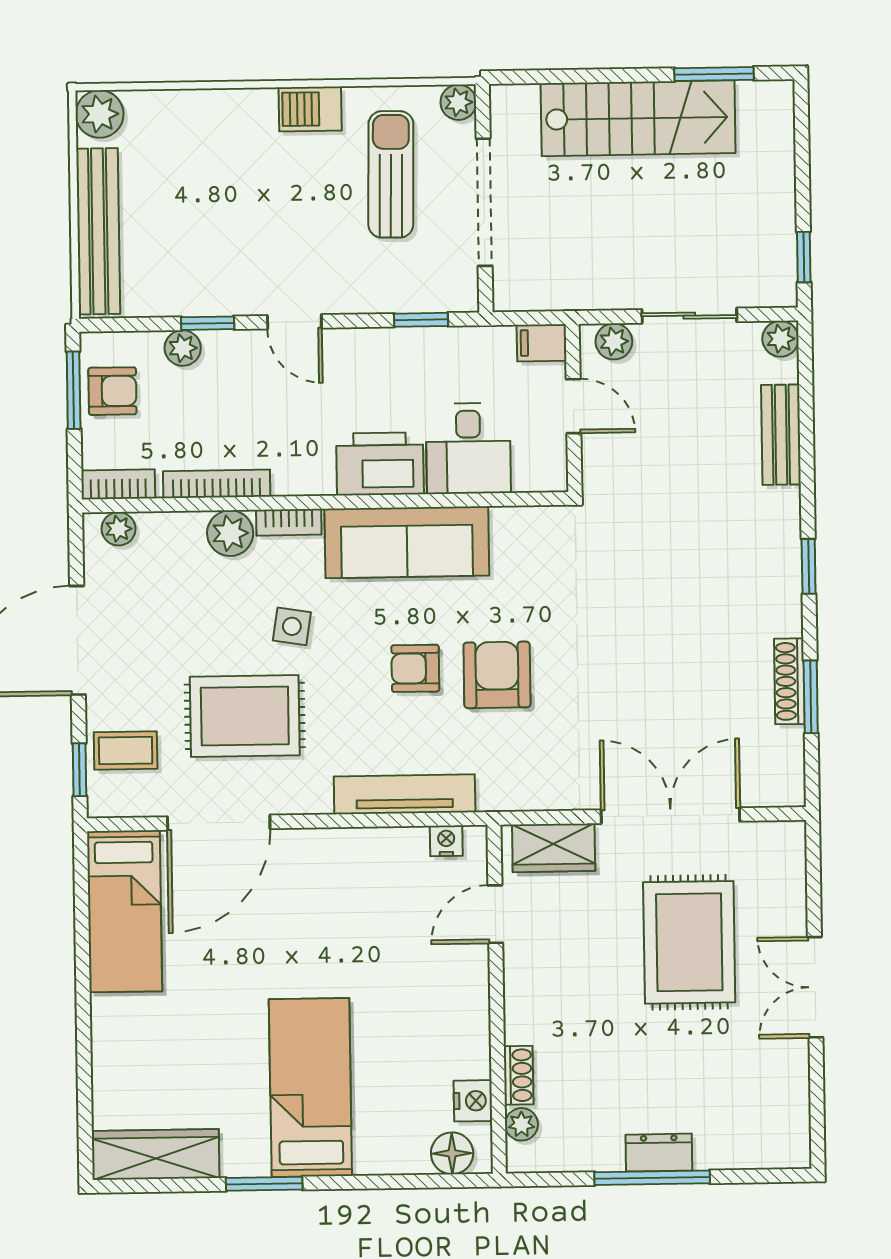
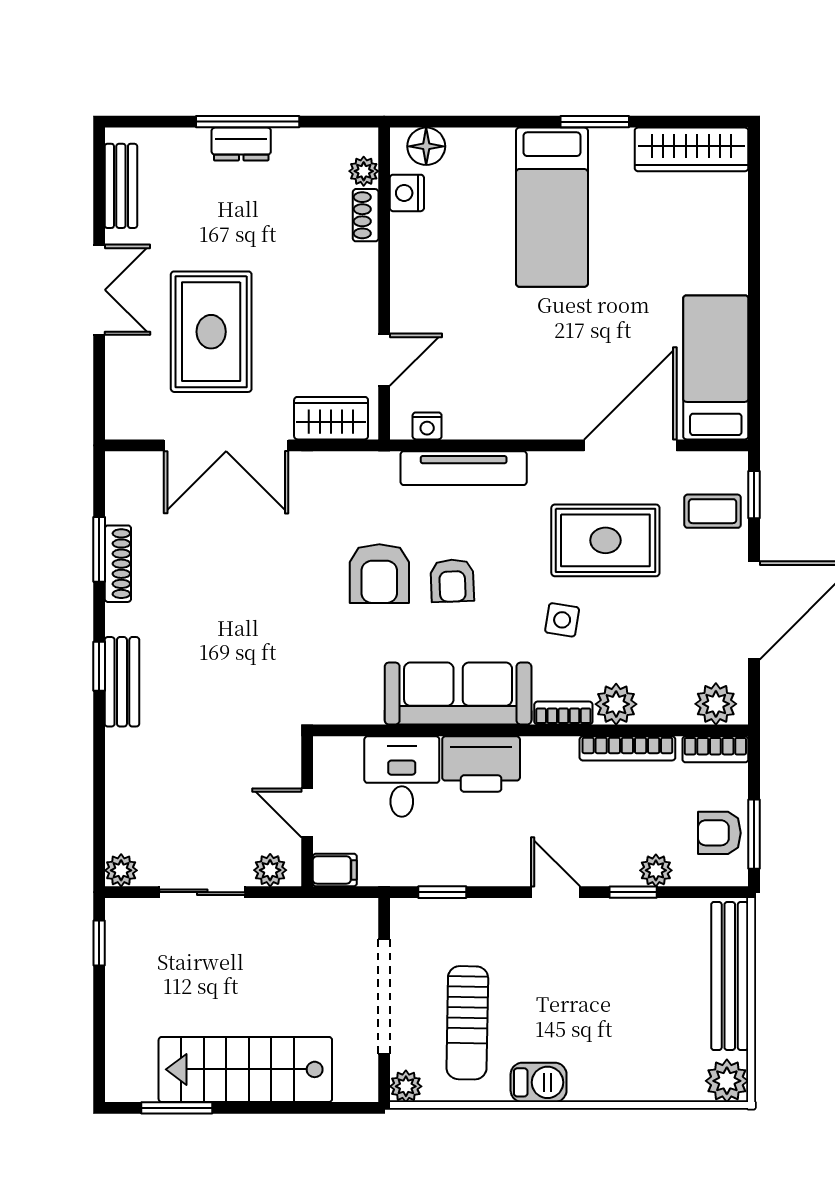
bench: (781, 435) -> (122, 682), moved
plant: (118, 529) -> (716, 704), width x1.38, depth x1.38
armchair: (415, 668) -> (452, 581), turned 88
bench: (793, 1104) -> (121, 186), added

